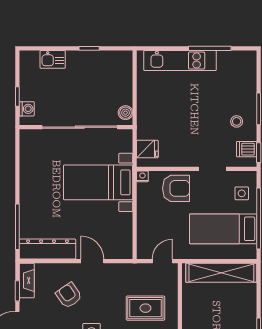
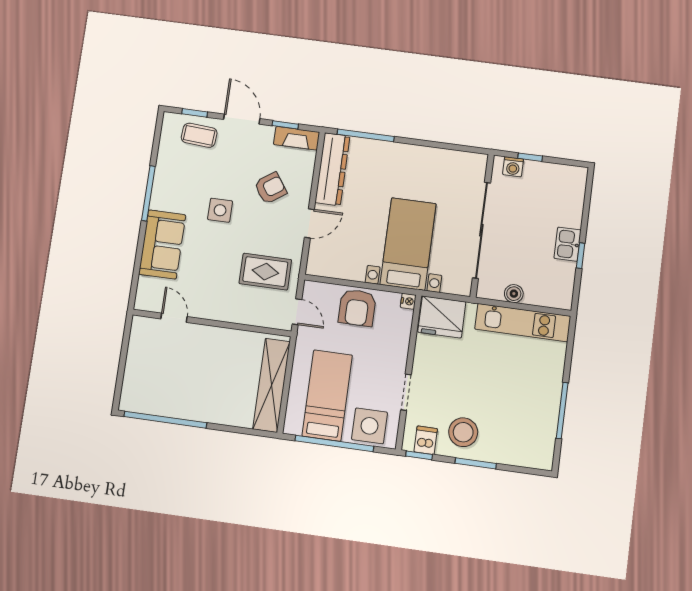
kitchen sink: (53, 59) -> (568, 244), moved
kitchen unit: (180, 60) -> (523, 323), moved, turned -90
boiler: (126, 113) -> (514, 294), moved
stool: (237, 121) -> (463, 432), width x1.89, depth x1.89
fridge: (147, 149) -> (442, 317), width x1.88, depth x1.34
armchair: (176, 188) -> (357, 308), moved
side table: (242, 193) -> (369, 426), width x1.87, depth x1.87
rug: (145, 308) -> (265, 272), moved, turned 90

